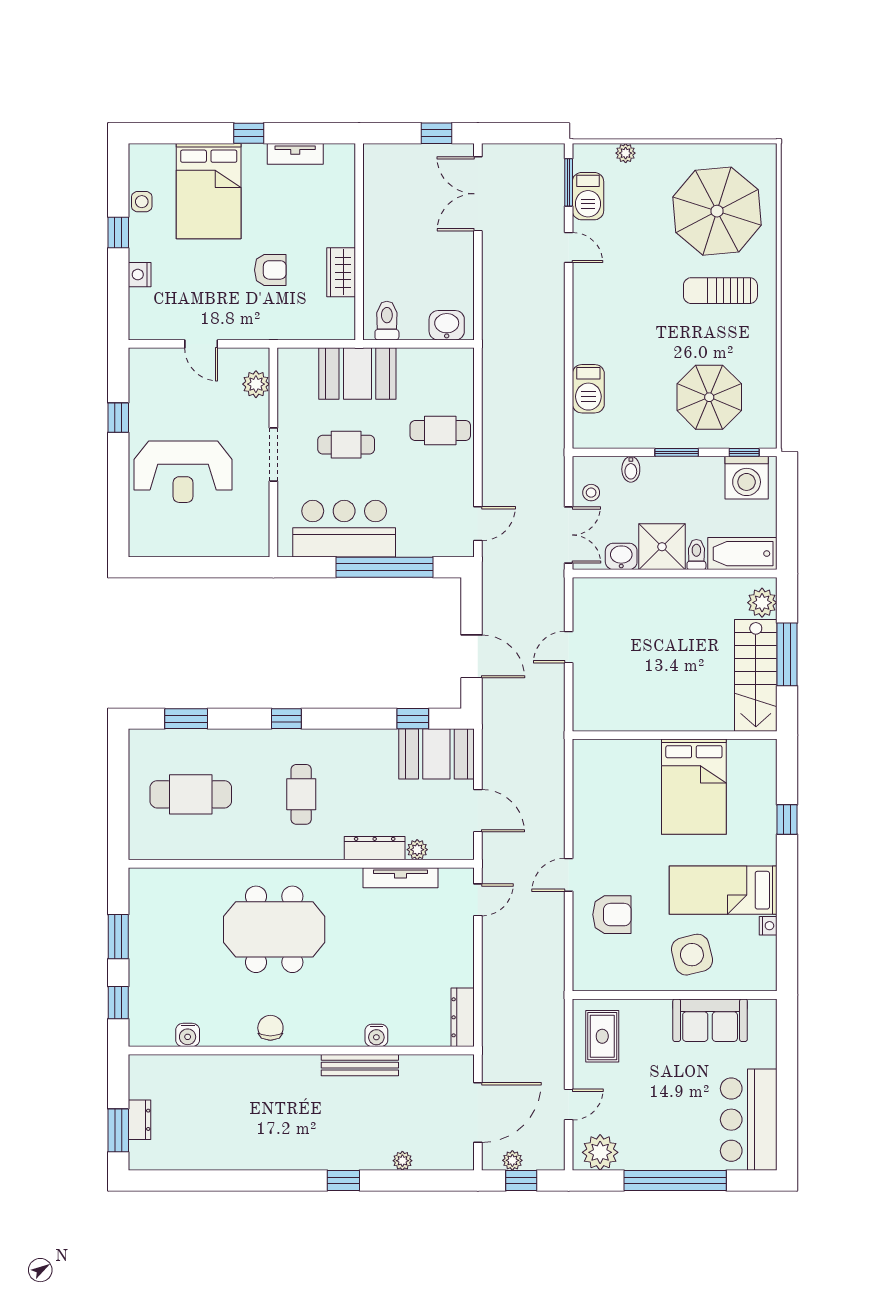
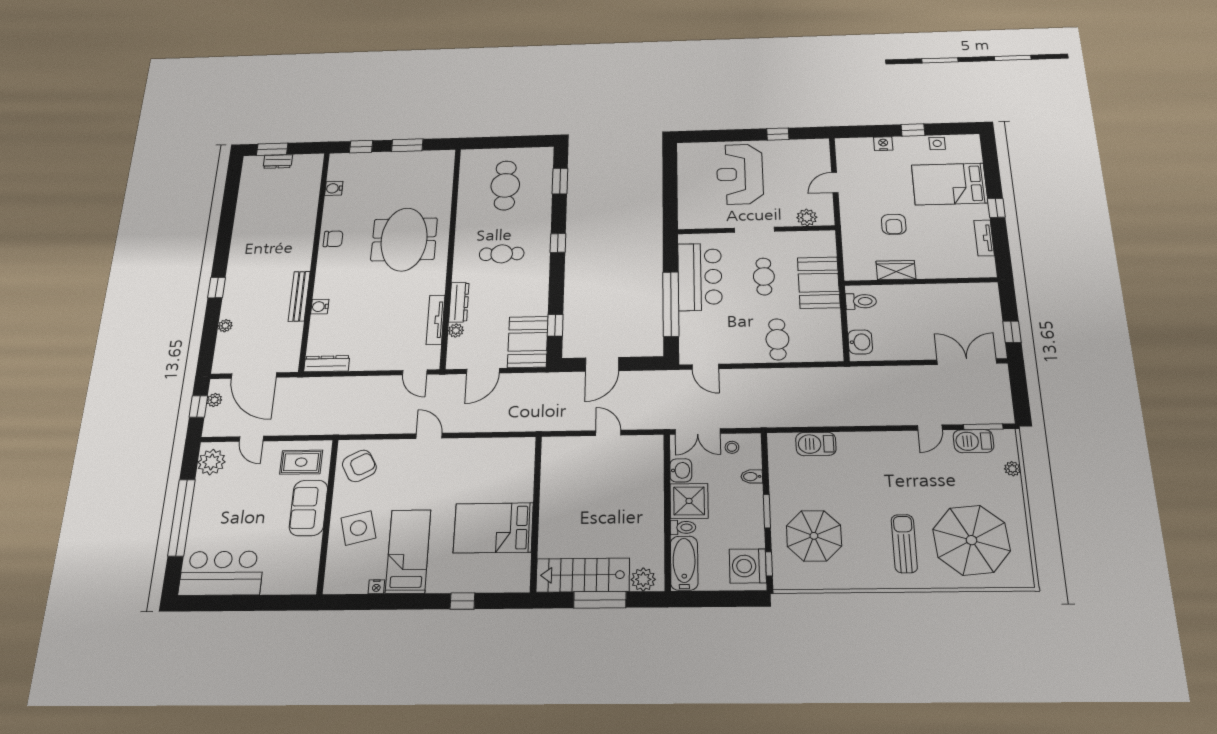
armchair: (612, 915) -> (359, 466), moved, turned -118
sofa: (710, 1020) -> (308, 508), moved

